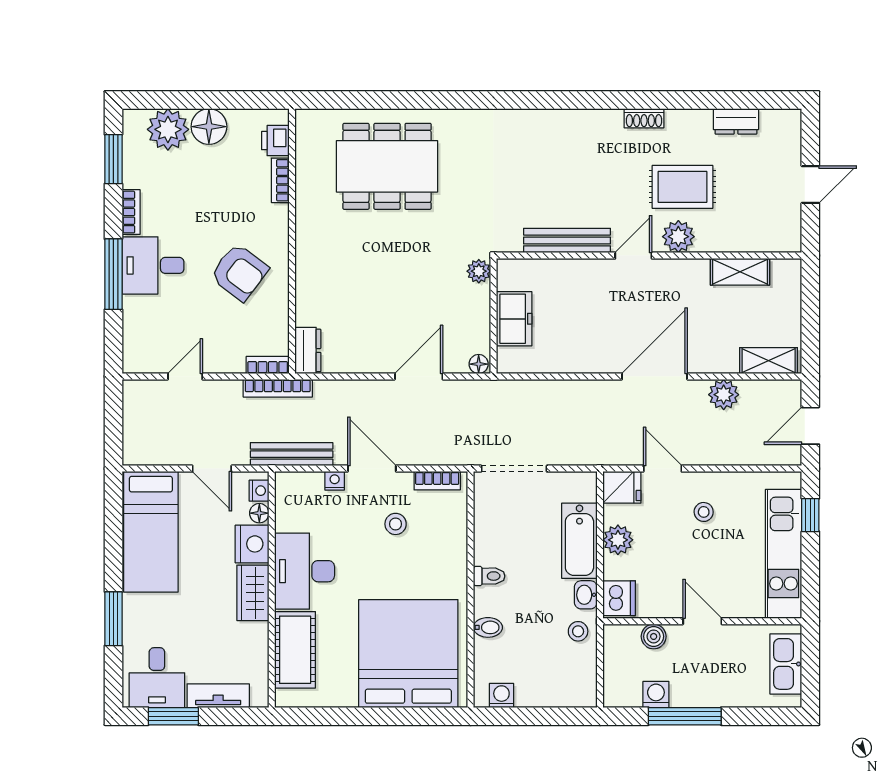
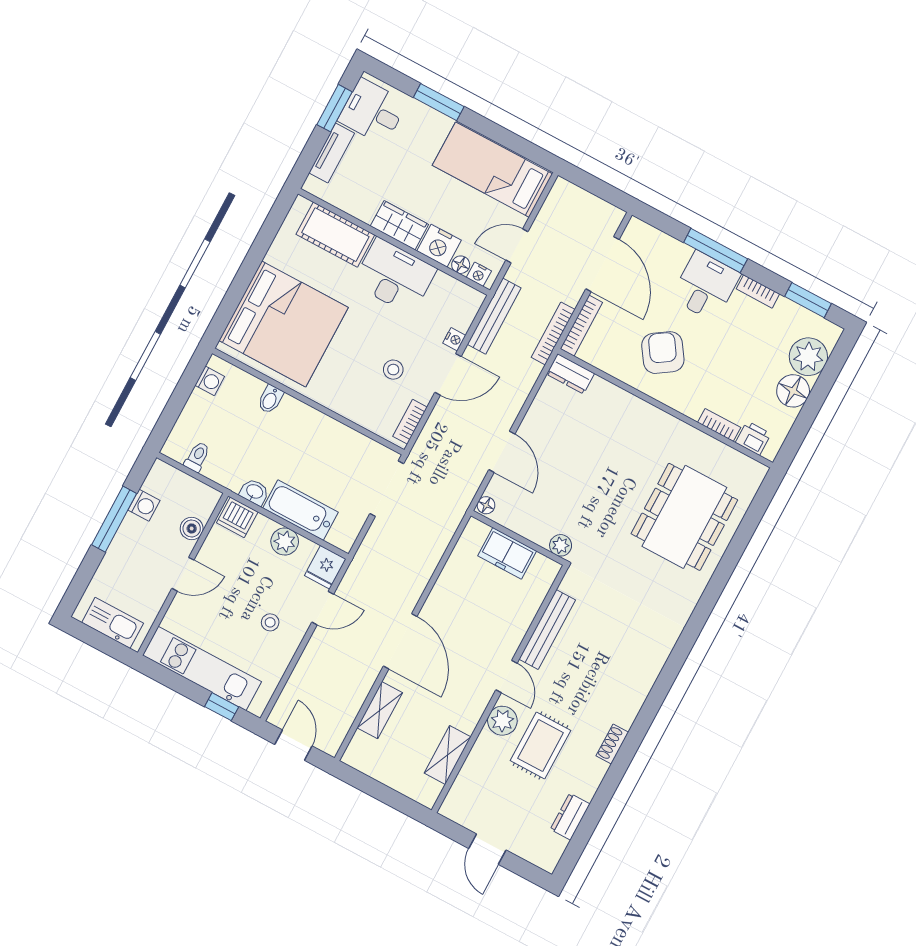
armchair: (239, 272) -> (663, 353), turned 109
shelving: (769, 361) -> (380, 710), moved
bookcase: (268, 365) -> (581, 326), width x1.56
door: (185, 376) -> (602, 264), width x1.87
plant: (724, 395) -> (356, 689), removed
toilet: (489, 576) -> (197, 457), moved, turned 180
stool: (578, 631) -> (228, 470), removed

